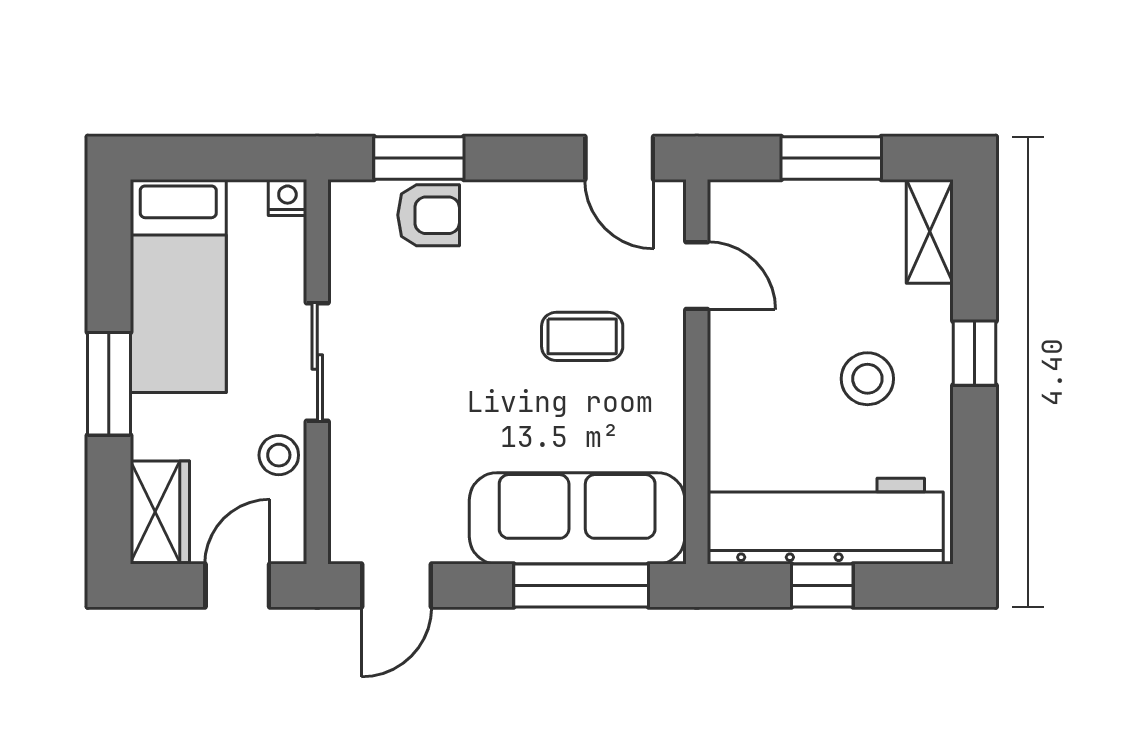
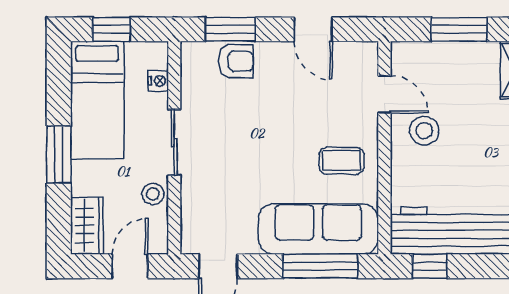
window: (204, 158) -> (111, 29), added
door: (619, 158) -> (313, 29), moved
nightstand: (287, 197) -> (158, 81), moved, turned 90
coffee table: (582, 336) -> (341, 161), moved
stool: (867, 379) -> (424, 131), moved
window: (822, 585) -> (430, 266), moved

